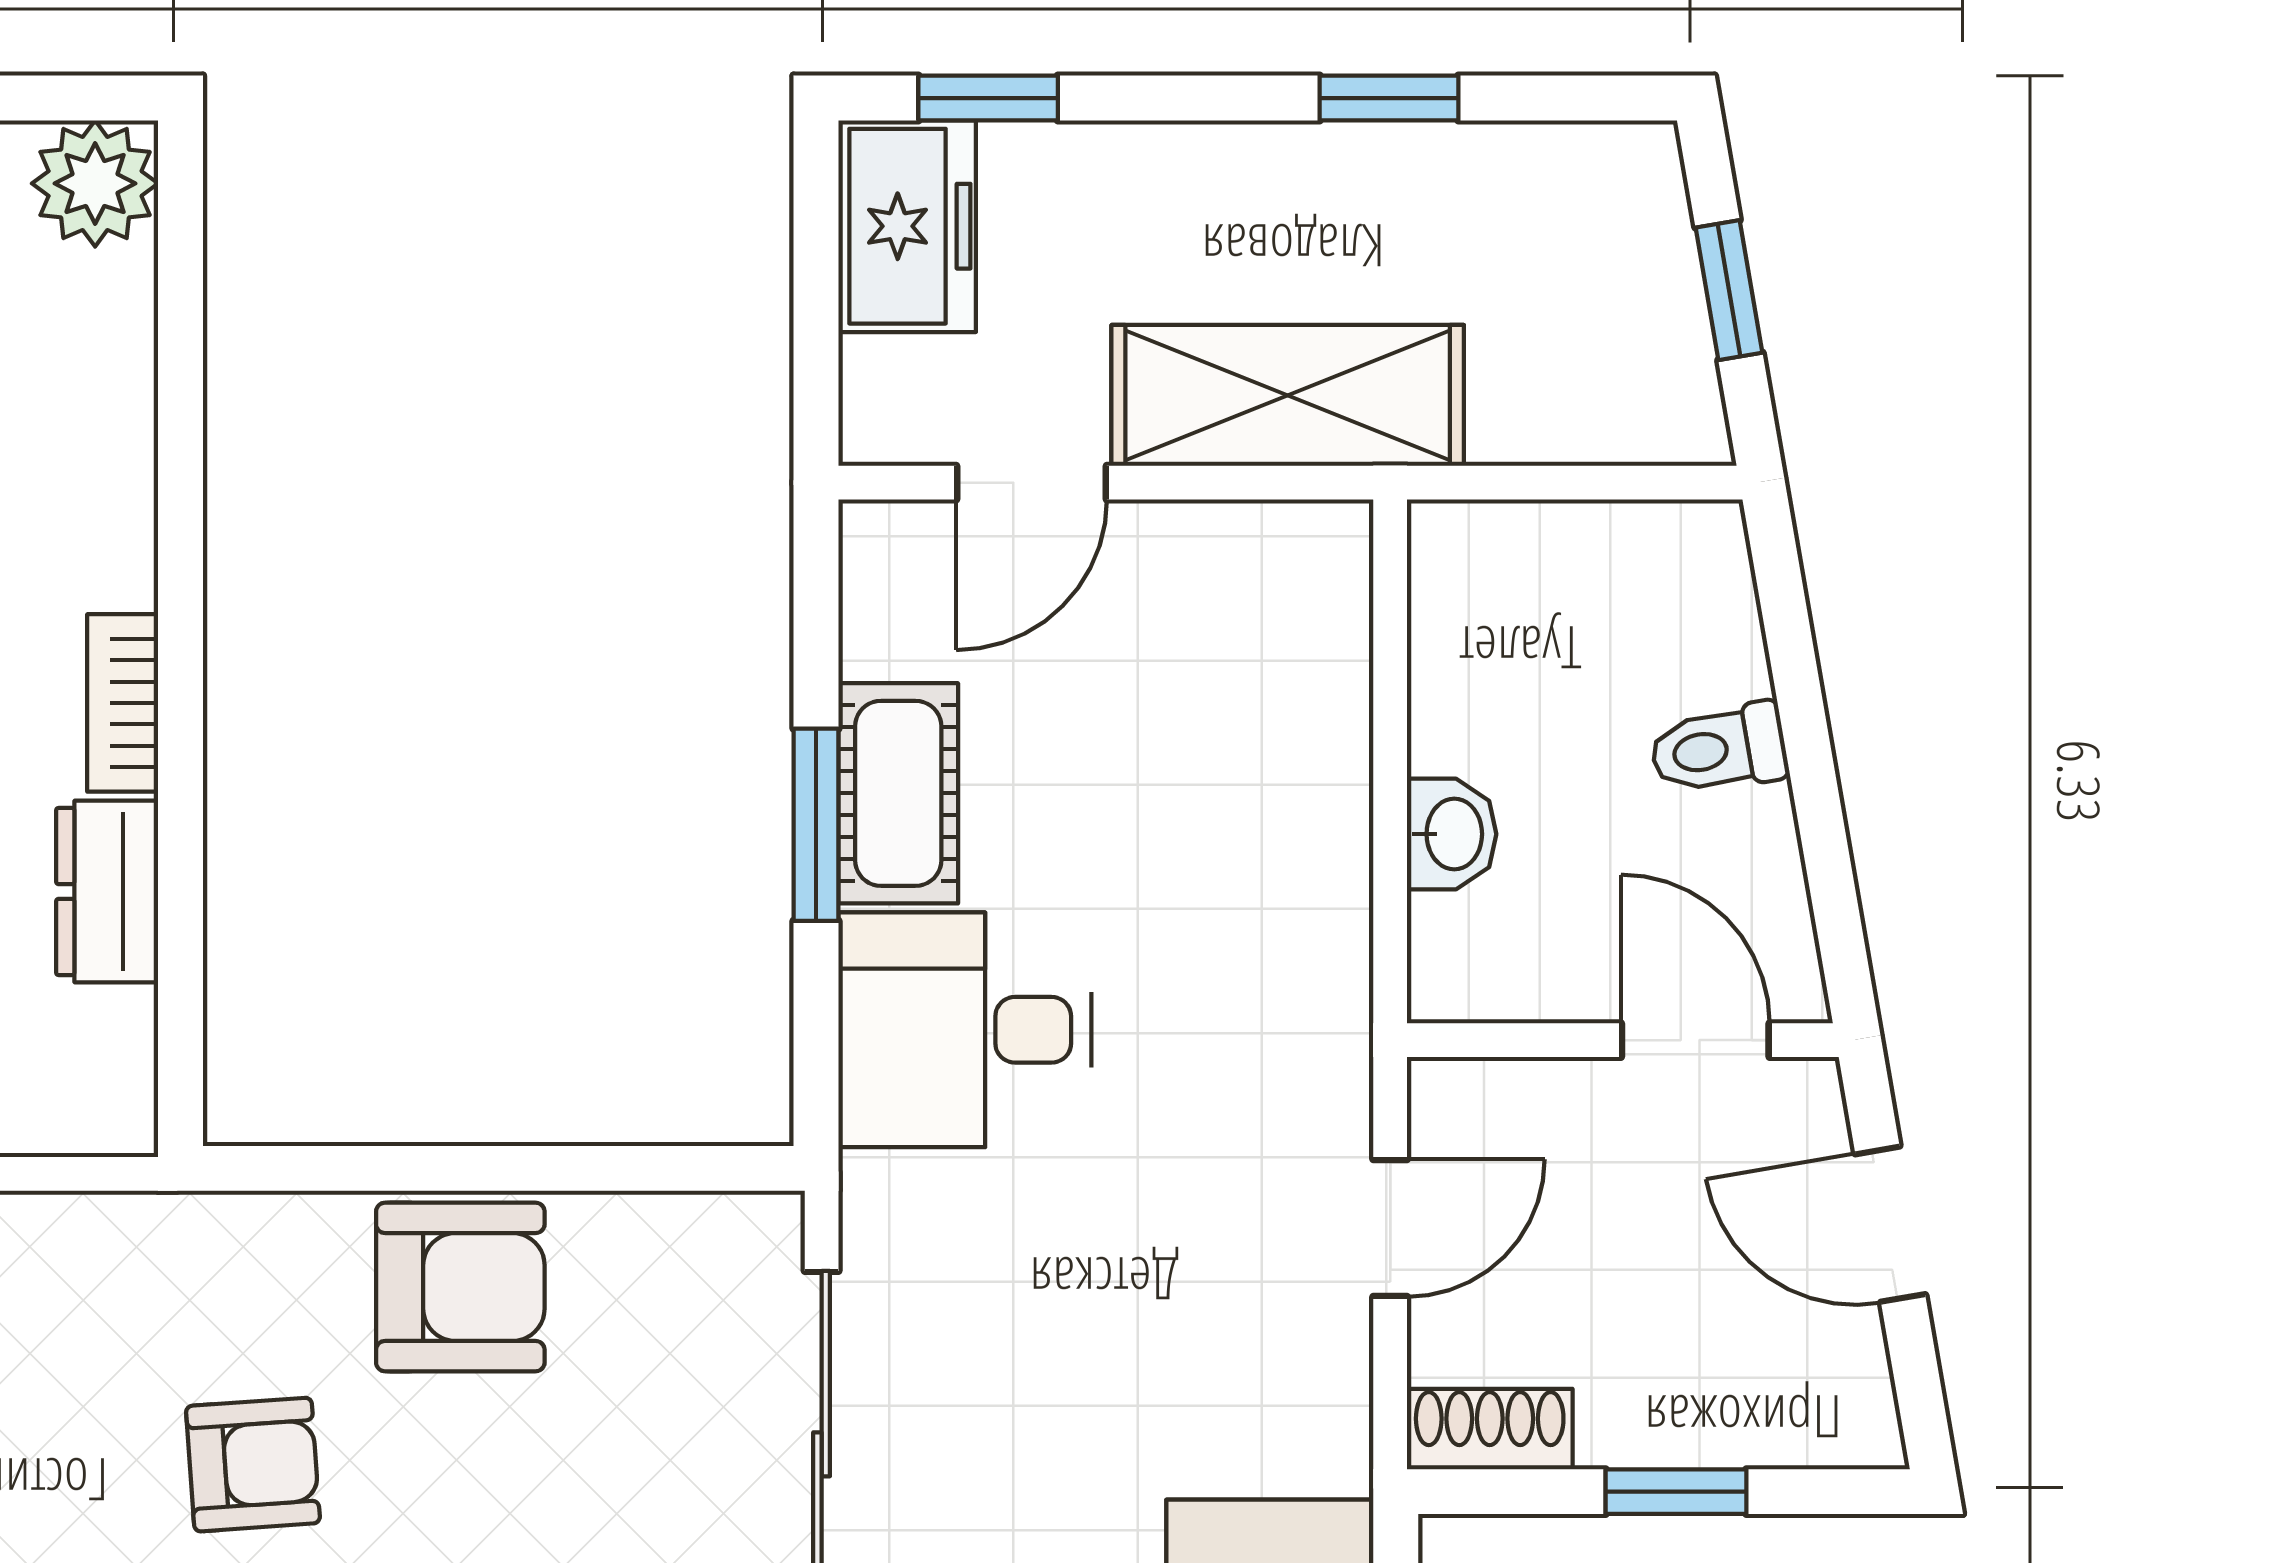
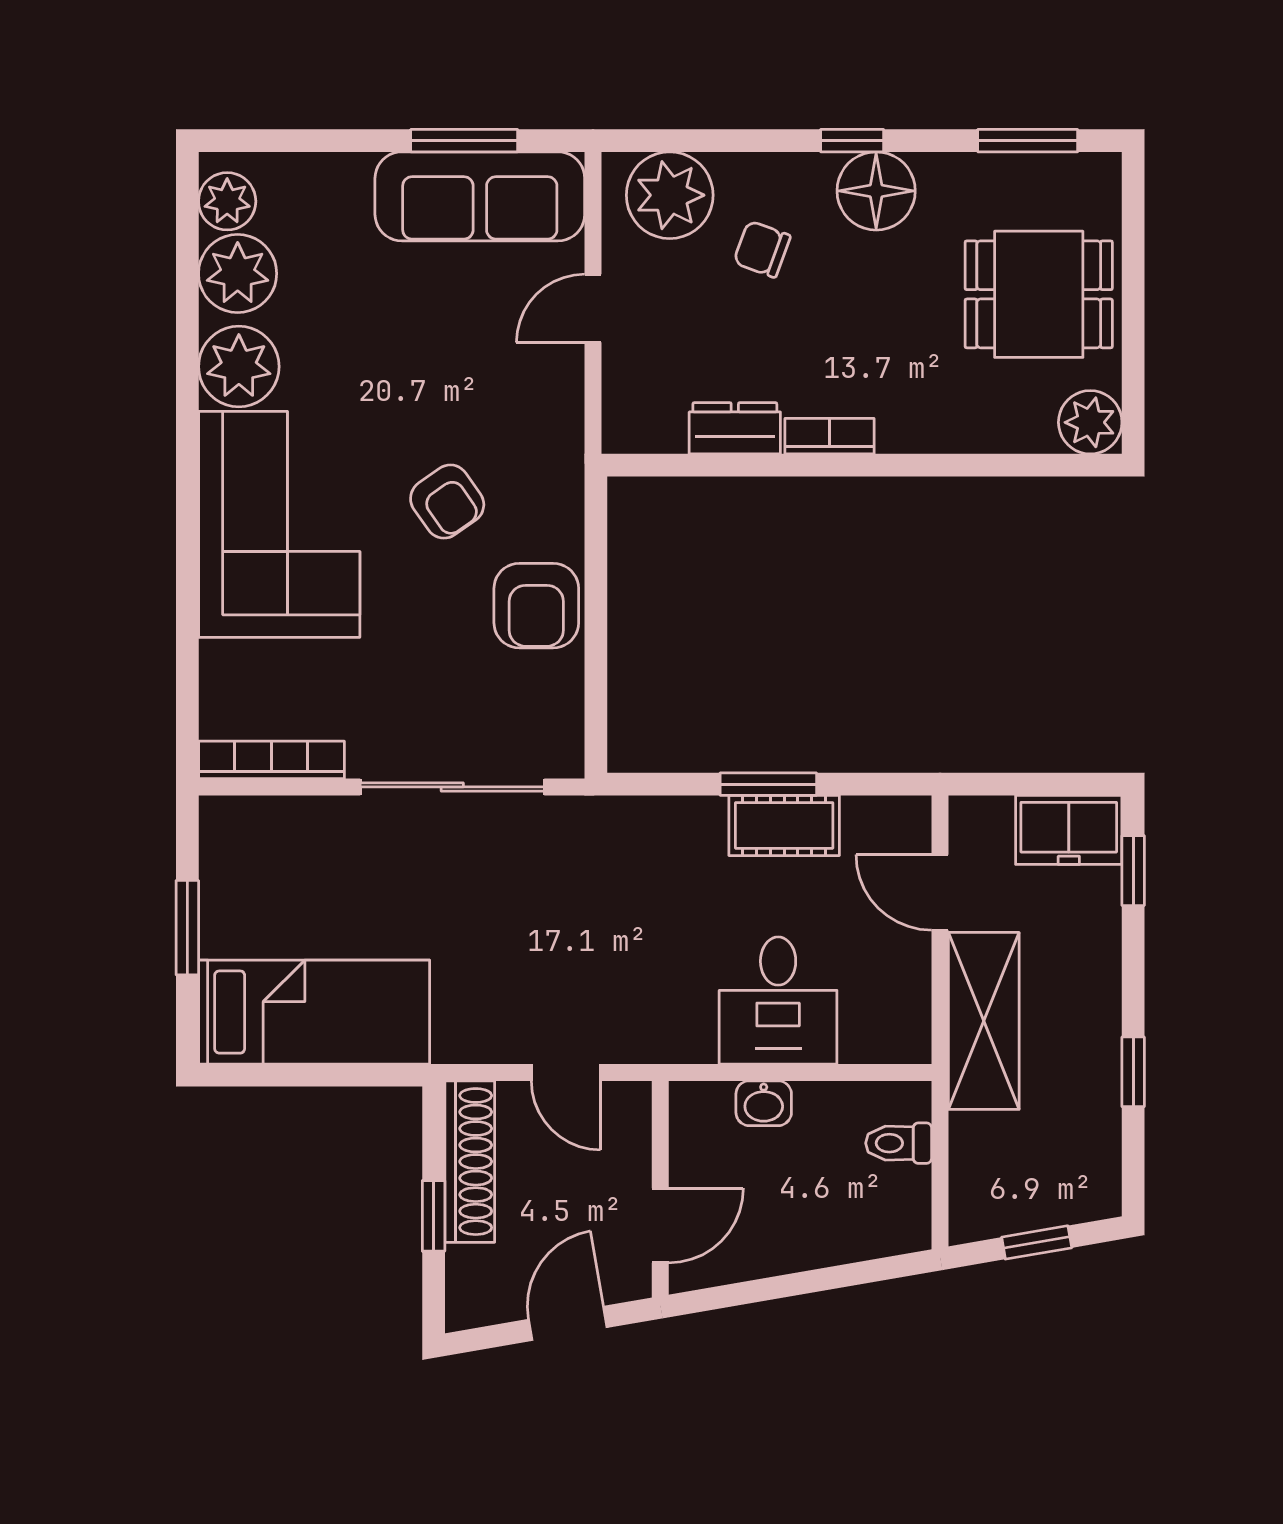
toilet: (1719, 749) -> (899, 1143), moved, turned -80
desk: (965, 1030) -> (778, 1000), moved, turned 180
shoe rack: (1490, 1429) -> (470, 1162), width x1.94, depth x1.24
armchair: (253, 1465) -> (447, 502), turned -31

